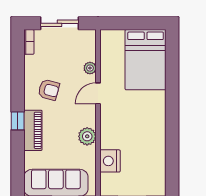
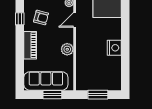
window: (18, 121) -> (20, 19), moved
nightstand: (110, 161) -> (114, 48), moved, turned 180

